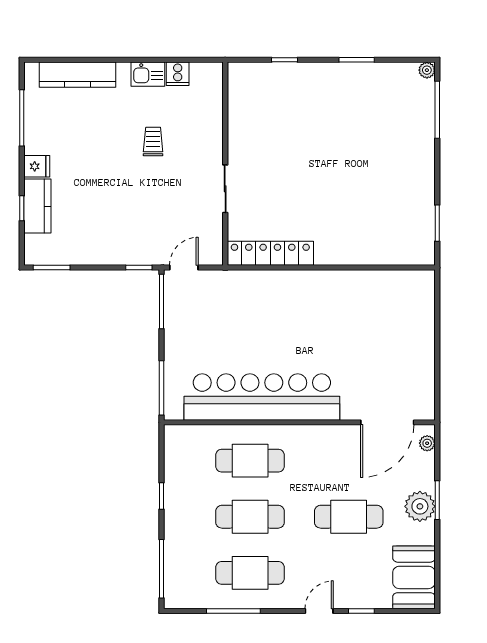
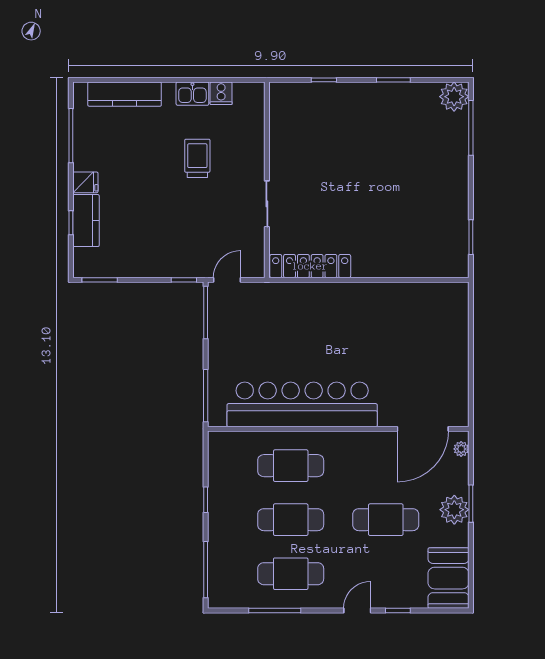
plant: (427, 70) -> (454, 97), width x1.87, depth x1.87
trolley: (153, 141) -> (197, 158), width x1.36, depth x1.39

